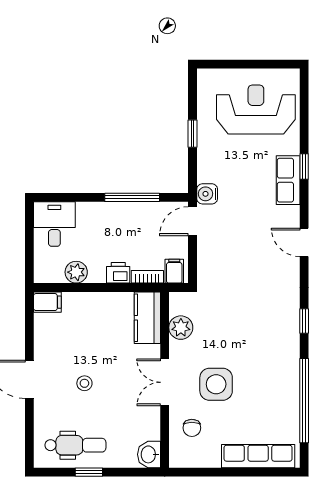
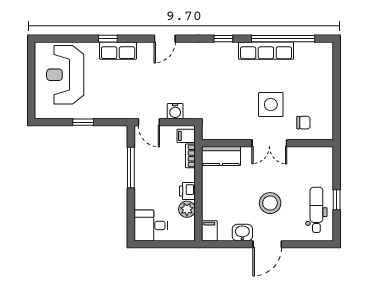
water cooler: (207, 194) -> (175, 111), moved
printer: (118, 273) -> (187, 191), moved
plant: (181, 328) -> (228, 131), removed
stool: (84, 383) -> (270, 203), width x1.89, depth x1.89
washbasin: (149, 454) -> (242, 233), moved, turned 180
row of seats: (258, 456) -> (266, 51), moved, turned -90

